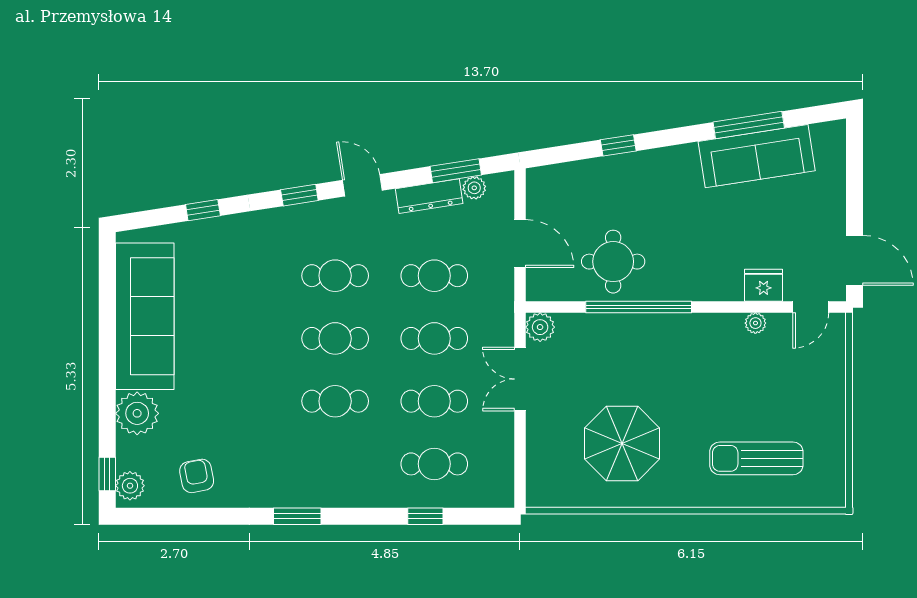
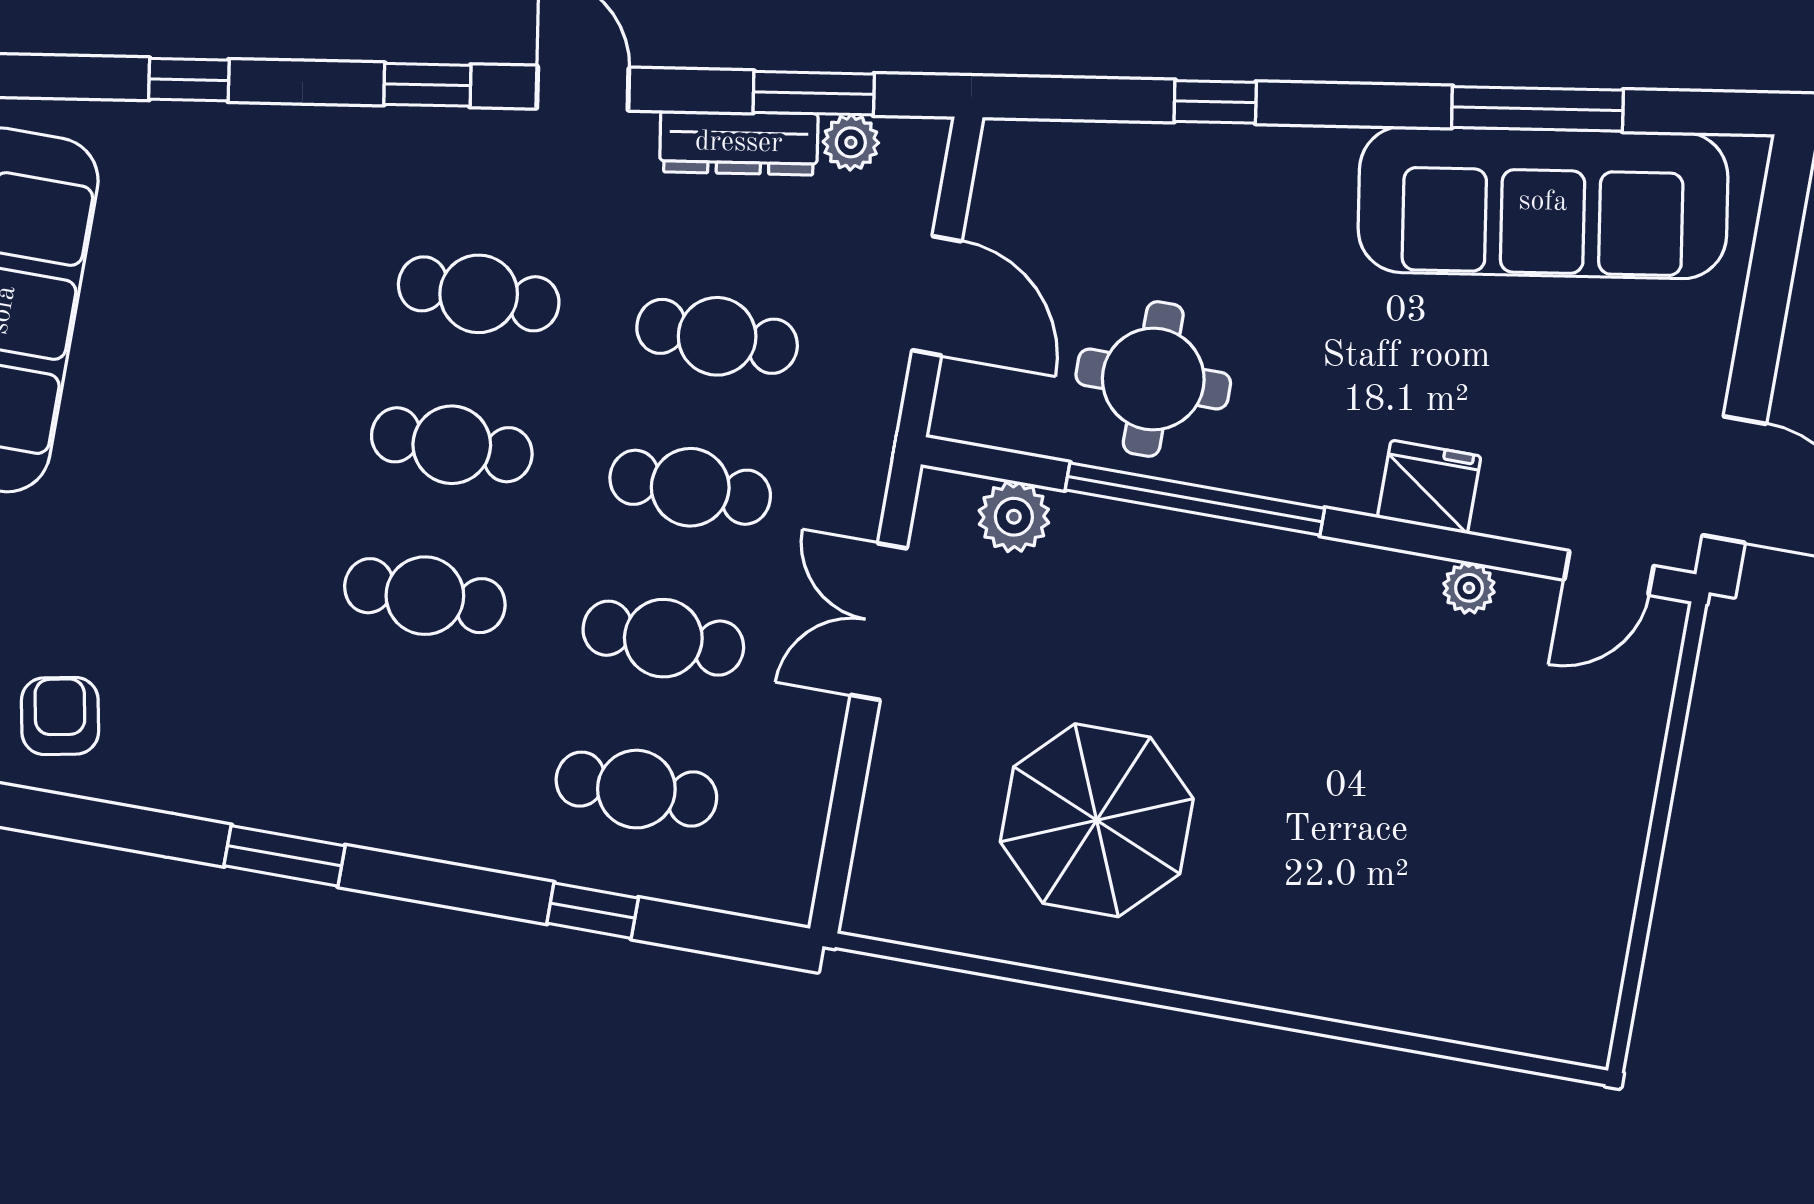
sofa: (757, 156) -> (1543, 202), width x1.36, depth x1.27
fridge: (764, 285) -> (1429, 487), moved
plant: (540, 327) -> (1014, 517), moved
sun lounger: (756, 458) -> (1413, 914), removed

